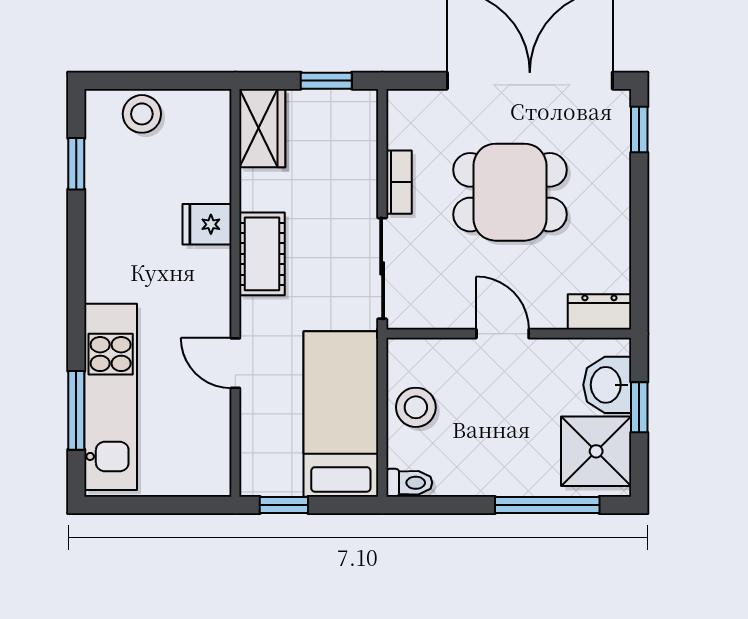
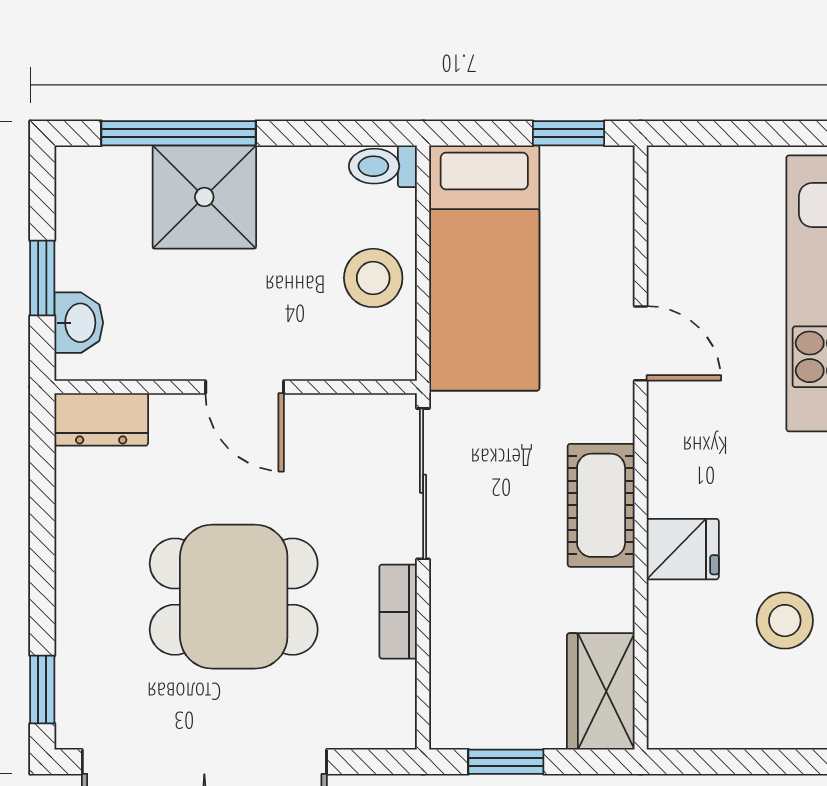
stool: (142, 114) -> (785, 621), moved
washbasin: (607, 385) -> (79, 323), width x0.72, depth x0.69
shower: (596, 451) -> (204, 197), moved

